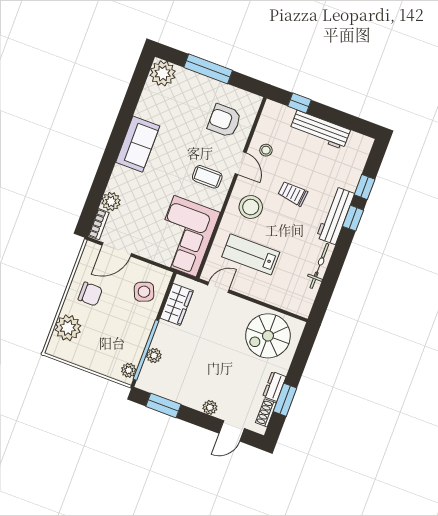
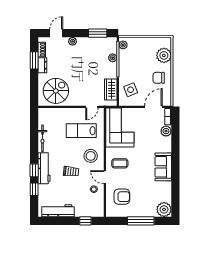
workbench: (320, 130) -> (58, 211), moved
lab bench: (251, 254) -> (81, 131), turned 180

